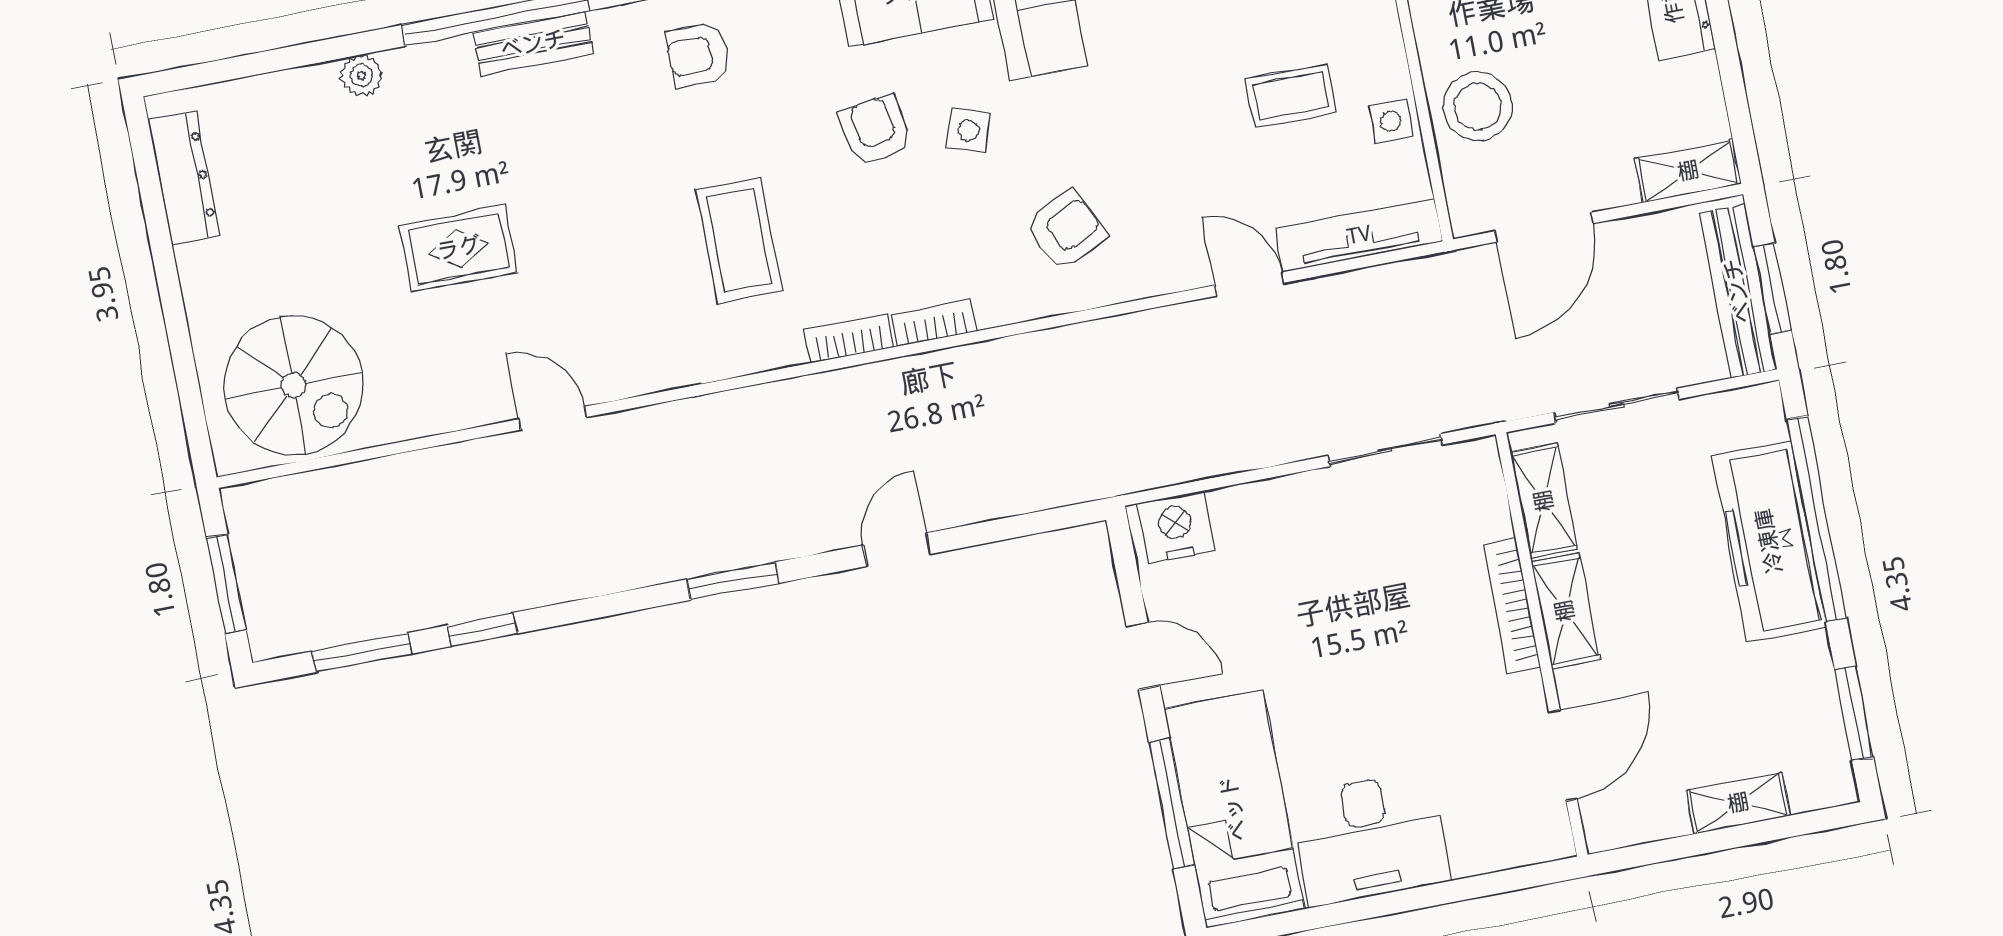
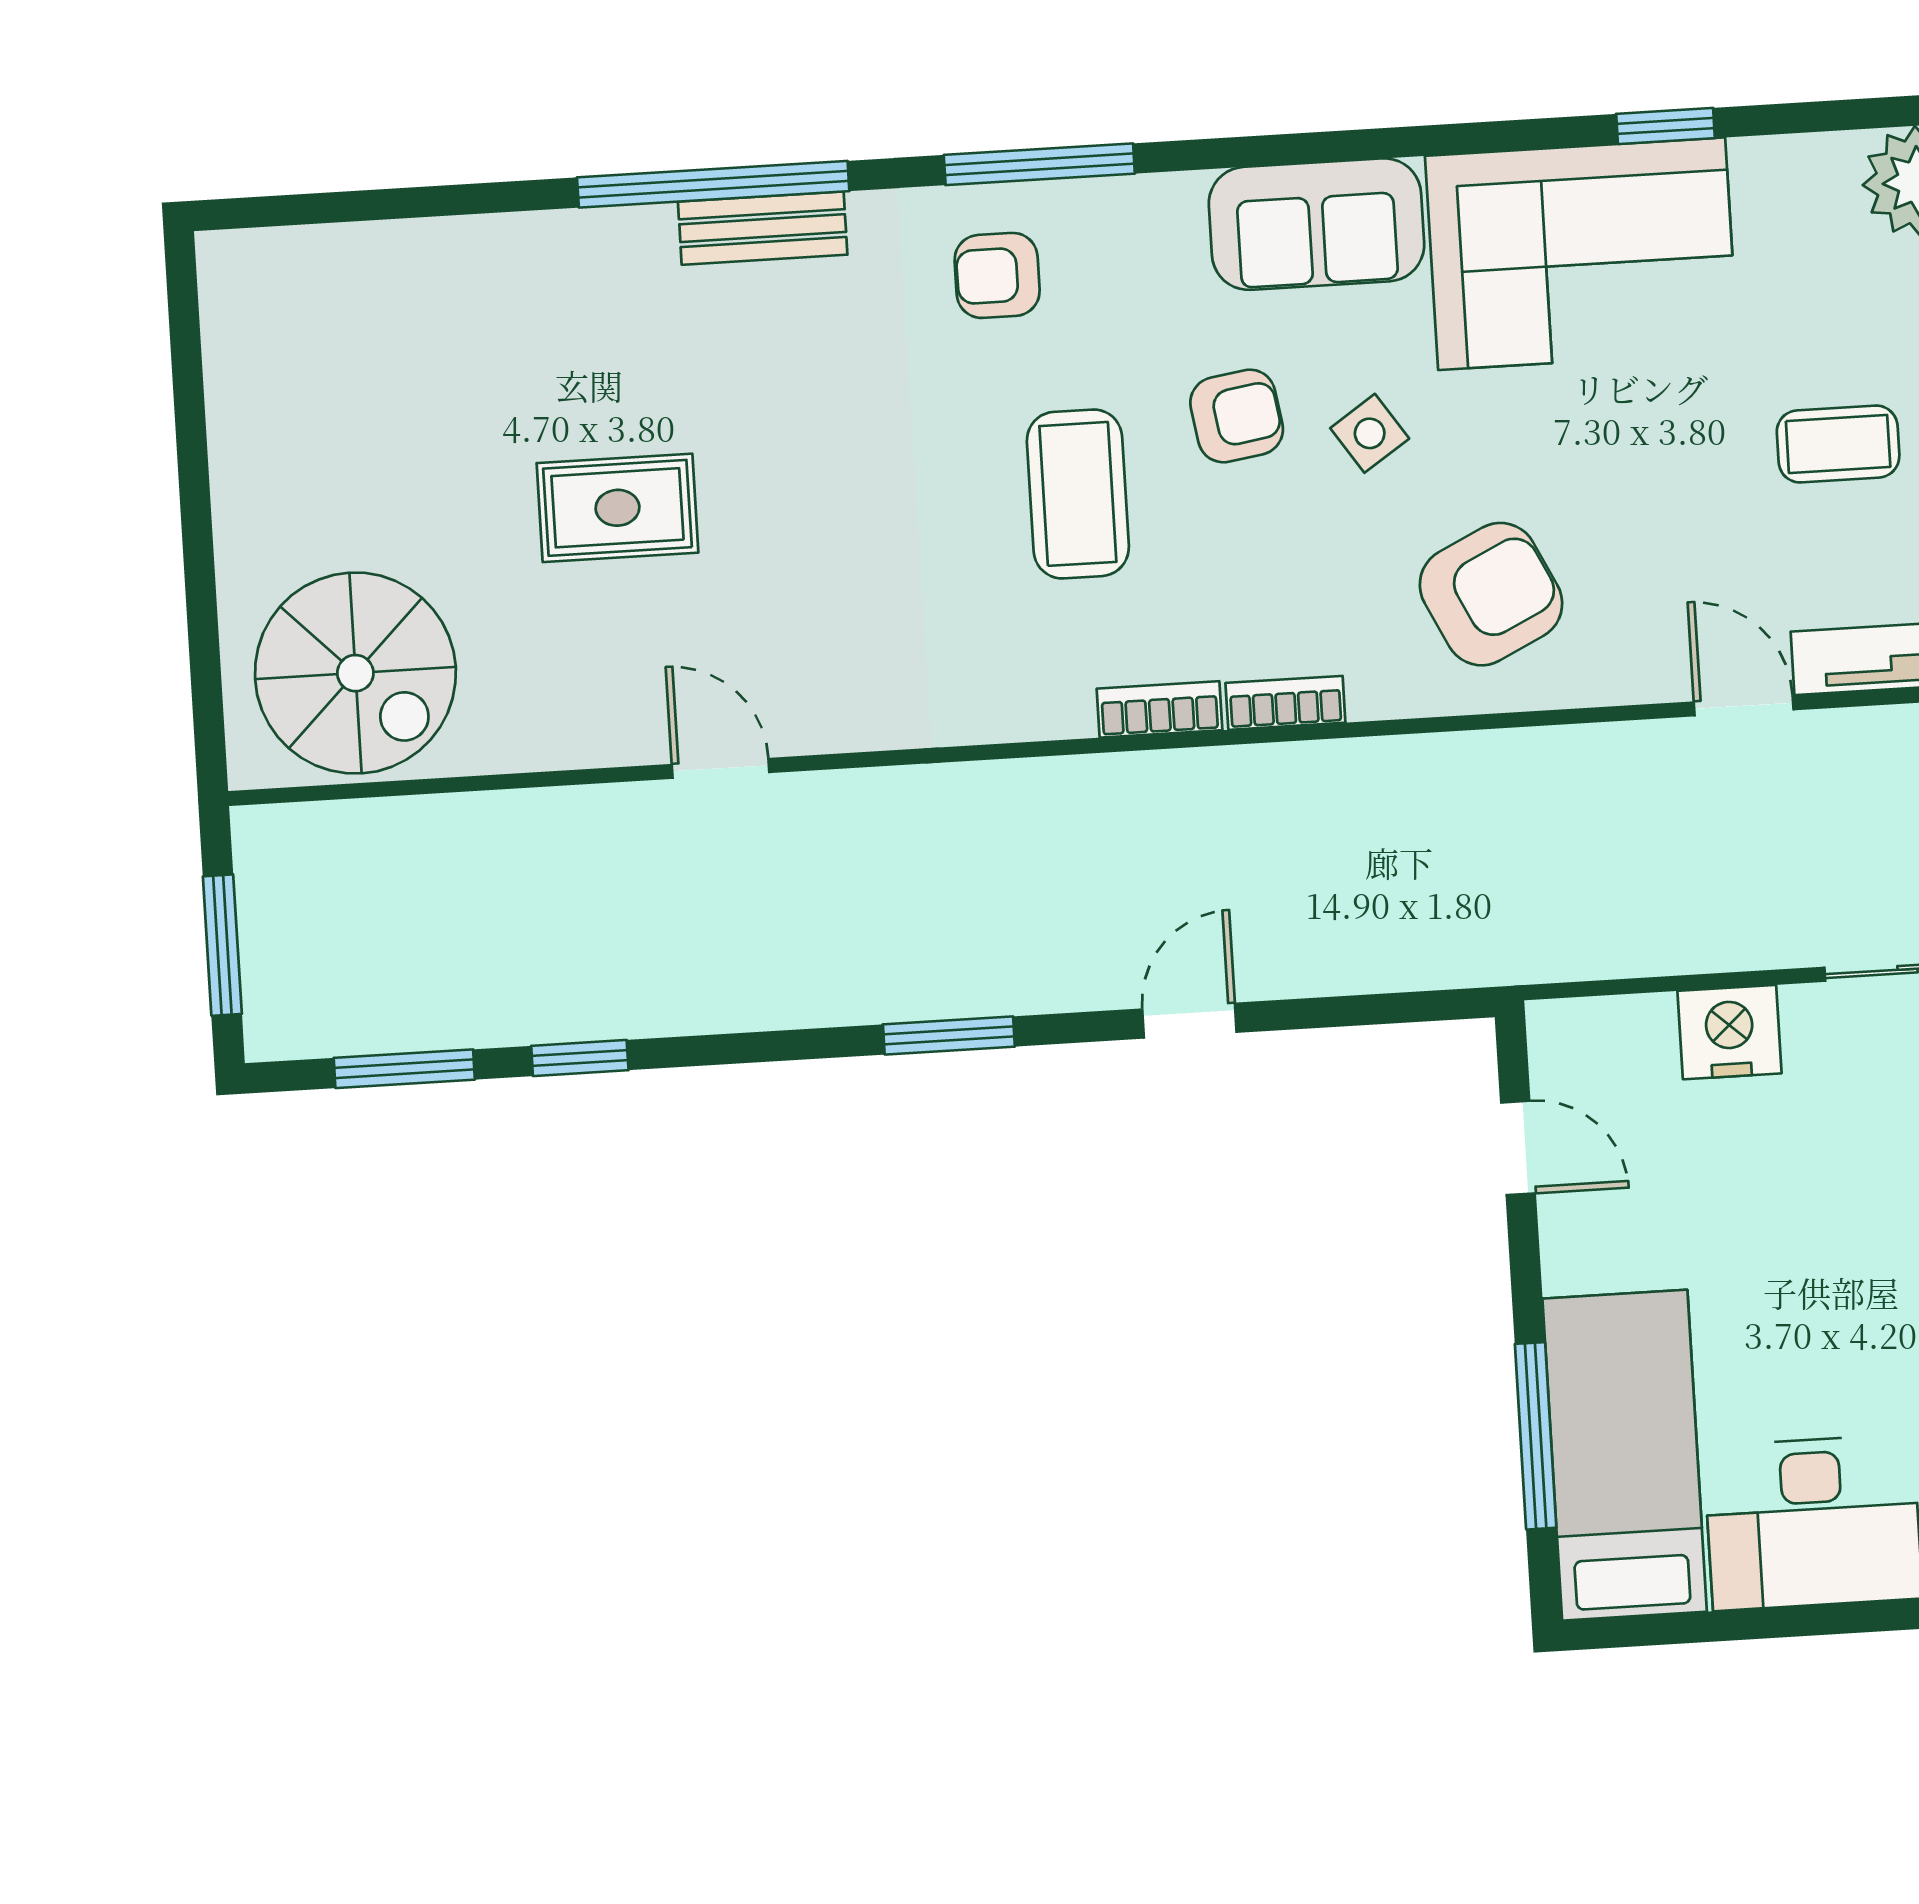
plant: (362, 75) -> (511, 242), removed
armchair: (875, 130) -> (1237, 416), turned 90
side table: (968, 130) -> (1370, 433), turned 38
dresser: (184, 178) -> (237, 356), removed
armchair: (1066, 230) -> (1491, 594), width x1.38, depth x1.38
coffee table: (739, 240) -> (1078, 494), moved
nightstand: (1176, 527) -> (1730, 1032), moved
door: (1143, 656) -> (1518, 1148), moved

